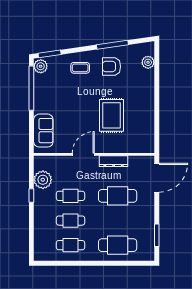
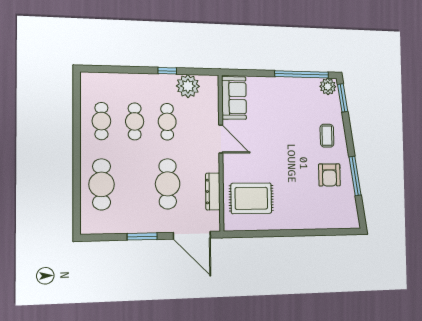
plant: (148, 62) -> (335, 221), removed
armchair: (111, 67) -> (329, 175), turned 180
rug: (111, 115) -> (251, 198), moved
sofa: (43, 131) -> (234, 98), moved, turned -90
dresser: (114, 161) -> (213, 191), moved
window: (157, 235) -> (142, 236), moved

